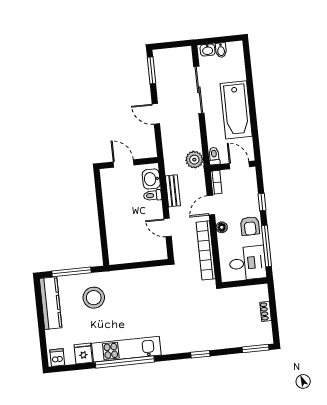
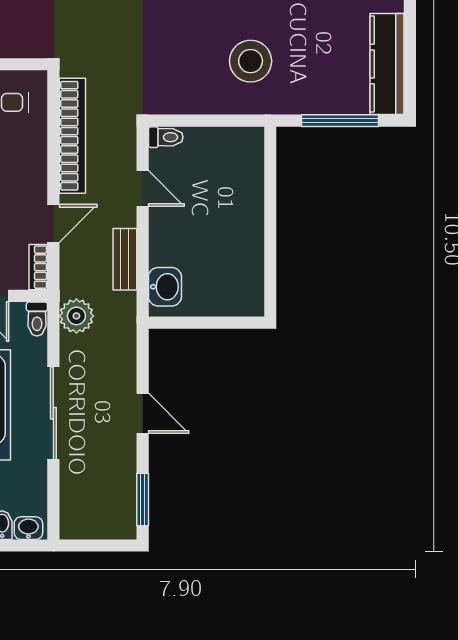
sliding door: (199, 90) -> (53, 413), moved
door: (124, 163) -> (216, 323), removed
toilet: (153, 195) -> (166, 137), moved
floor lamp: (222, 227) -> (37, 178), removed
stool: (94, 298) -> (251, 61), moved

